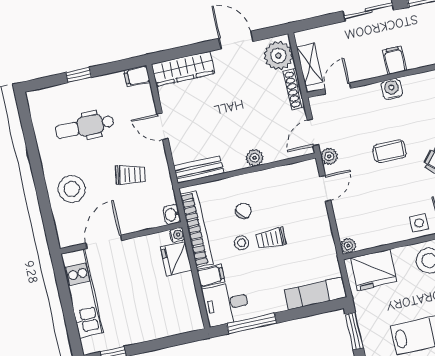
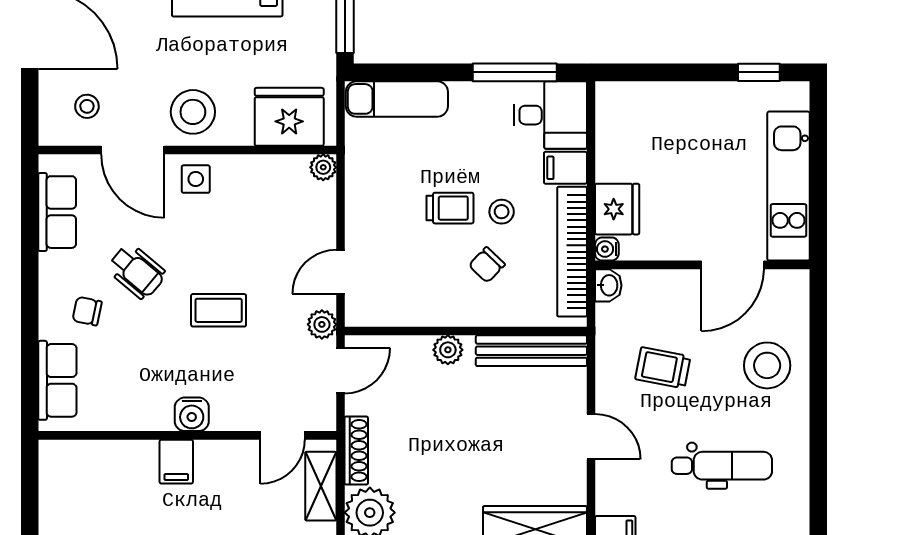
bench: (199, 170) -> (531, 351), width x1.36

